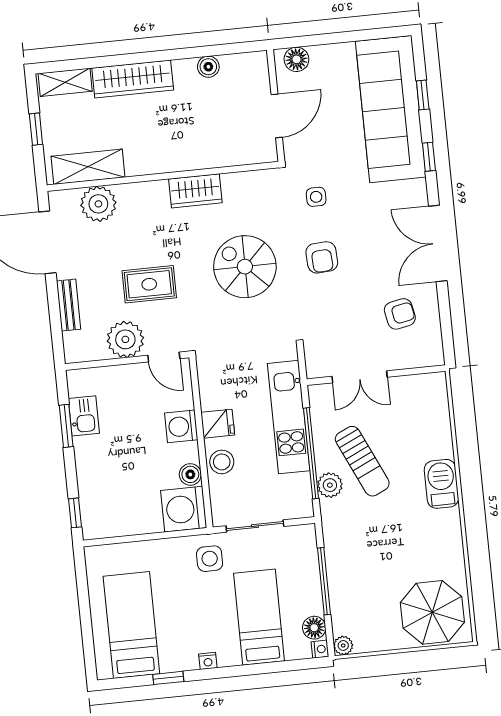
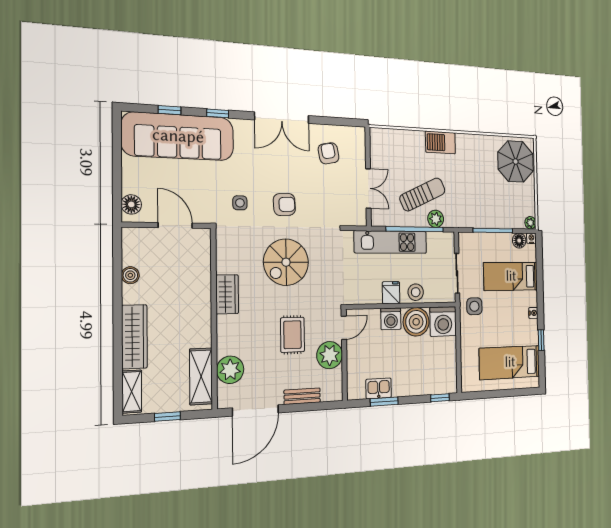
boiler: (190, 474) -> (416, 322), width x1.86, depth x1.86

